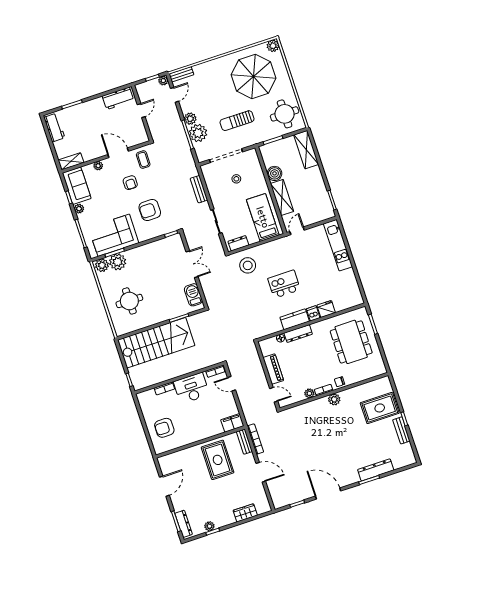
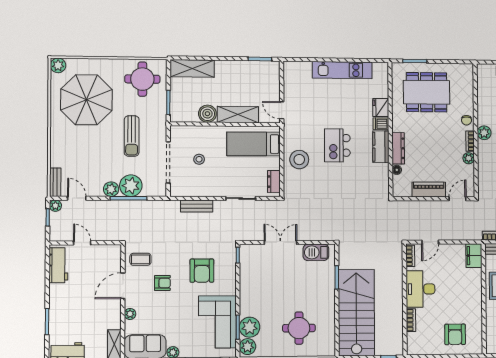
kitchen unit: (338, 245) -> (342, 70), moved
stool: (248, 265) -> (299, 160), moved

